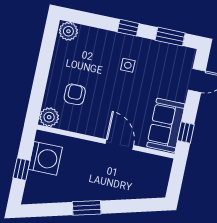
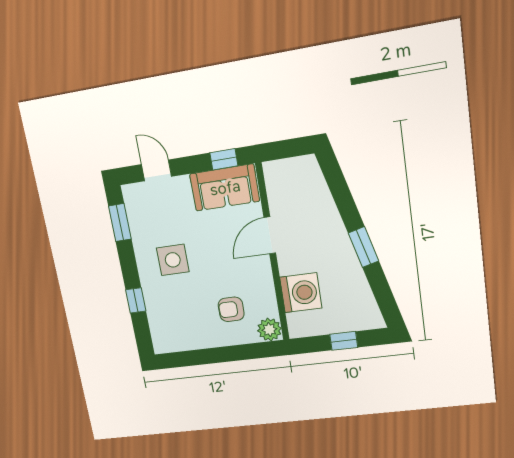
window: (128, 28) -> (136, 300), moved
plant: (68, 31) -> (163, 341), removed
side table: (128, 65) -> (173, 260), width x1.87, depth x1.87
washing machine: (45, 158) -> (301, 293), moved, turned 90

